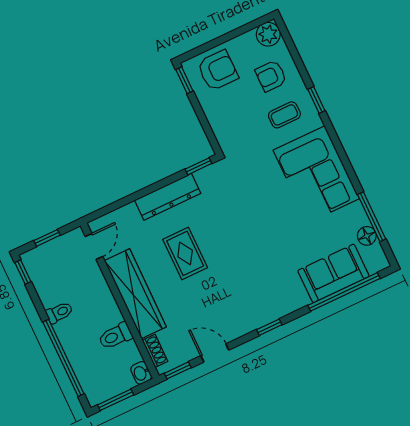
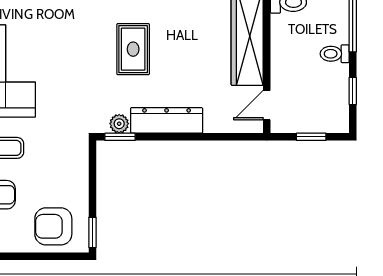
plant: (204, 176) -> (119, 124), added
rug: (185, 253) -> (133, 49), moved
window: (23, 272) -> (353, 91), moved

